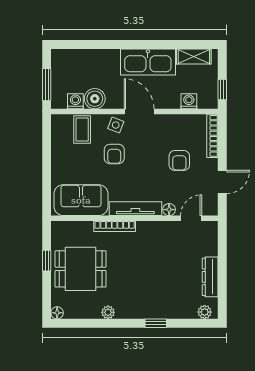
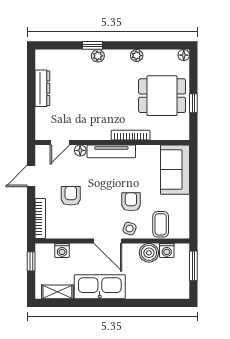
sofa: (81, 200) -> (175, 170), moved, turned 90
plant: (205, 312) -> (98, 56), moved

